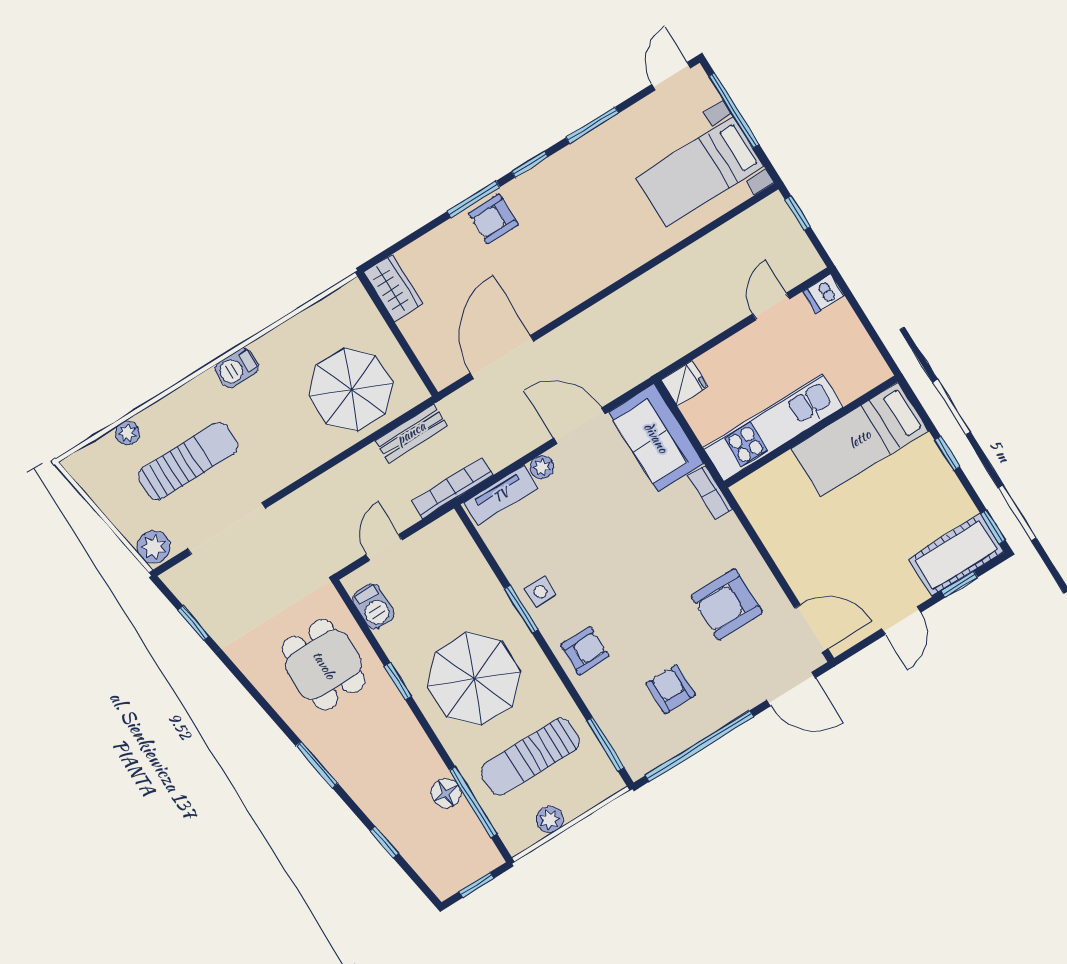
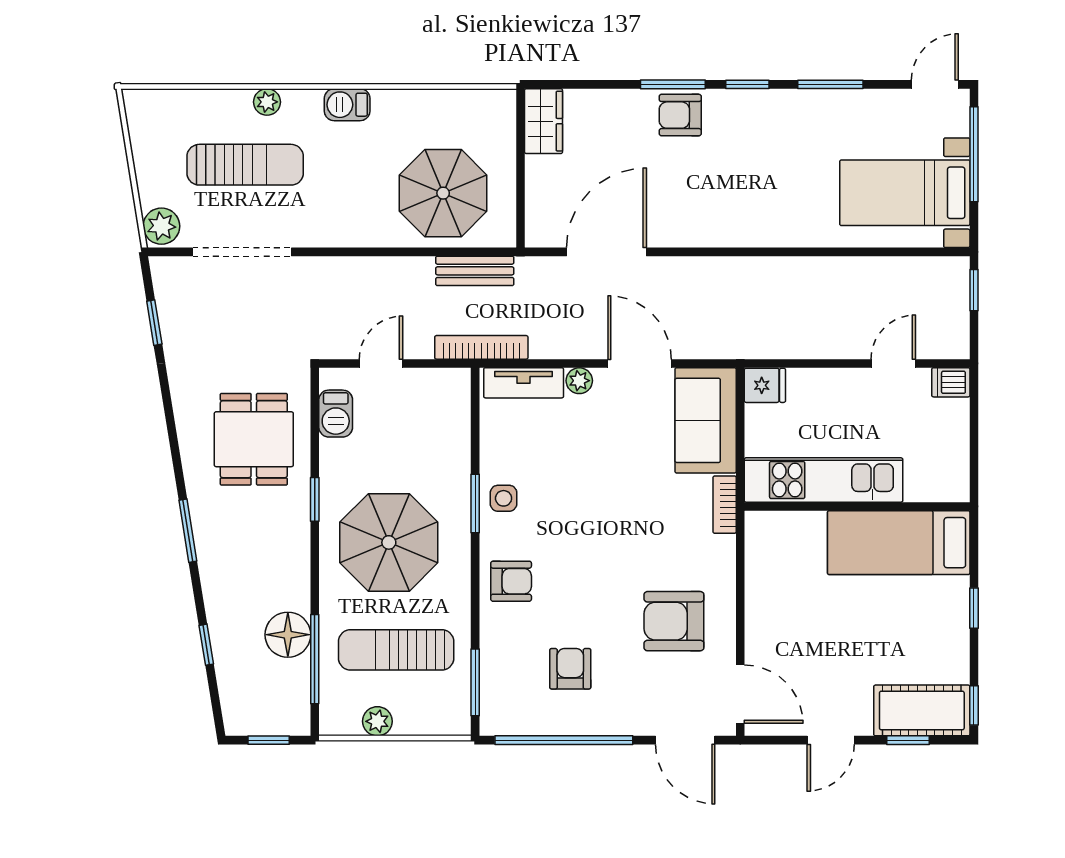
plant: (127, 433) -> (267, 102), moved
floor lamp: (446, 793) -> (288, 635), width x1.38, depth x1.38

